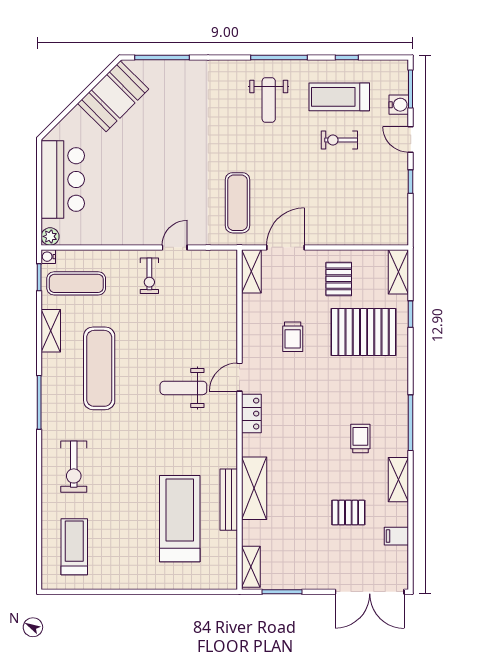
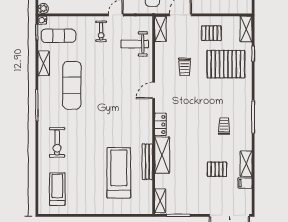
pallet: (339, 279) -> (211, 33), turned 90
weight bench: (183, 388) -> (135, 44), moved
locker: (251, 414) -> (160, 124), moved
shelving: (398, 480) -> (246, 164), moved

